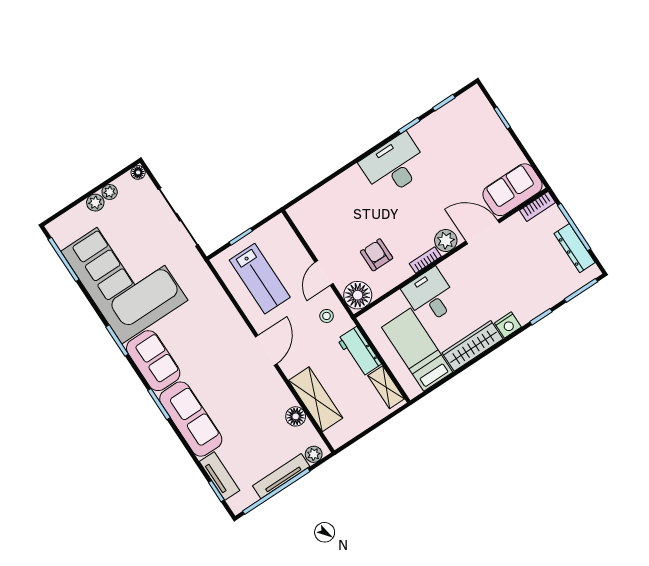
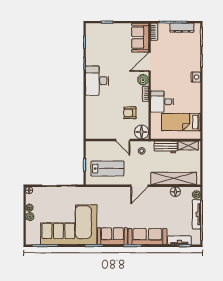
wardrobe: (473, 346) -> (195, 98), removed
door: (266, 350) -> (139, 186), swing flipped
shelving: (316, 399) -> (174, 179), width x1.47

